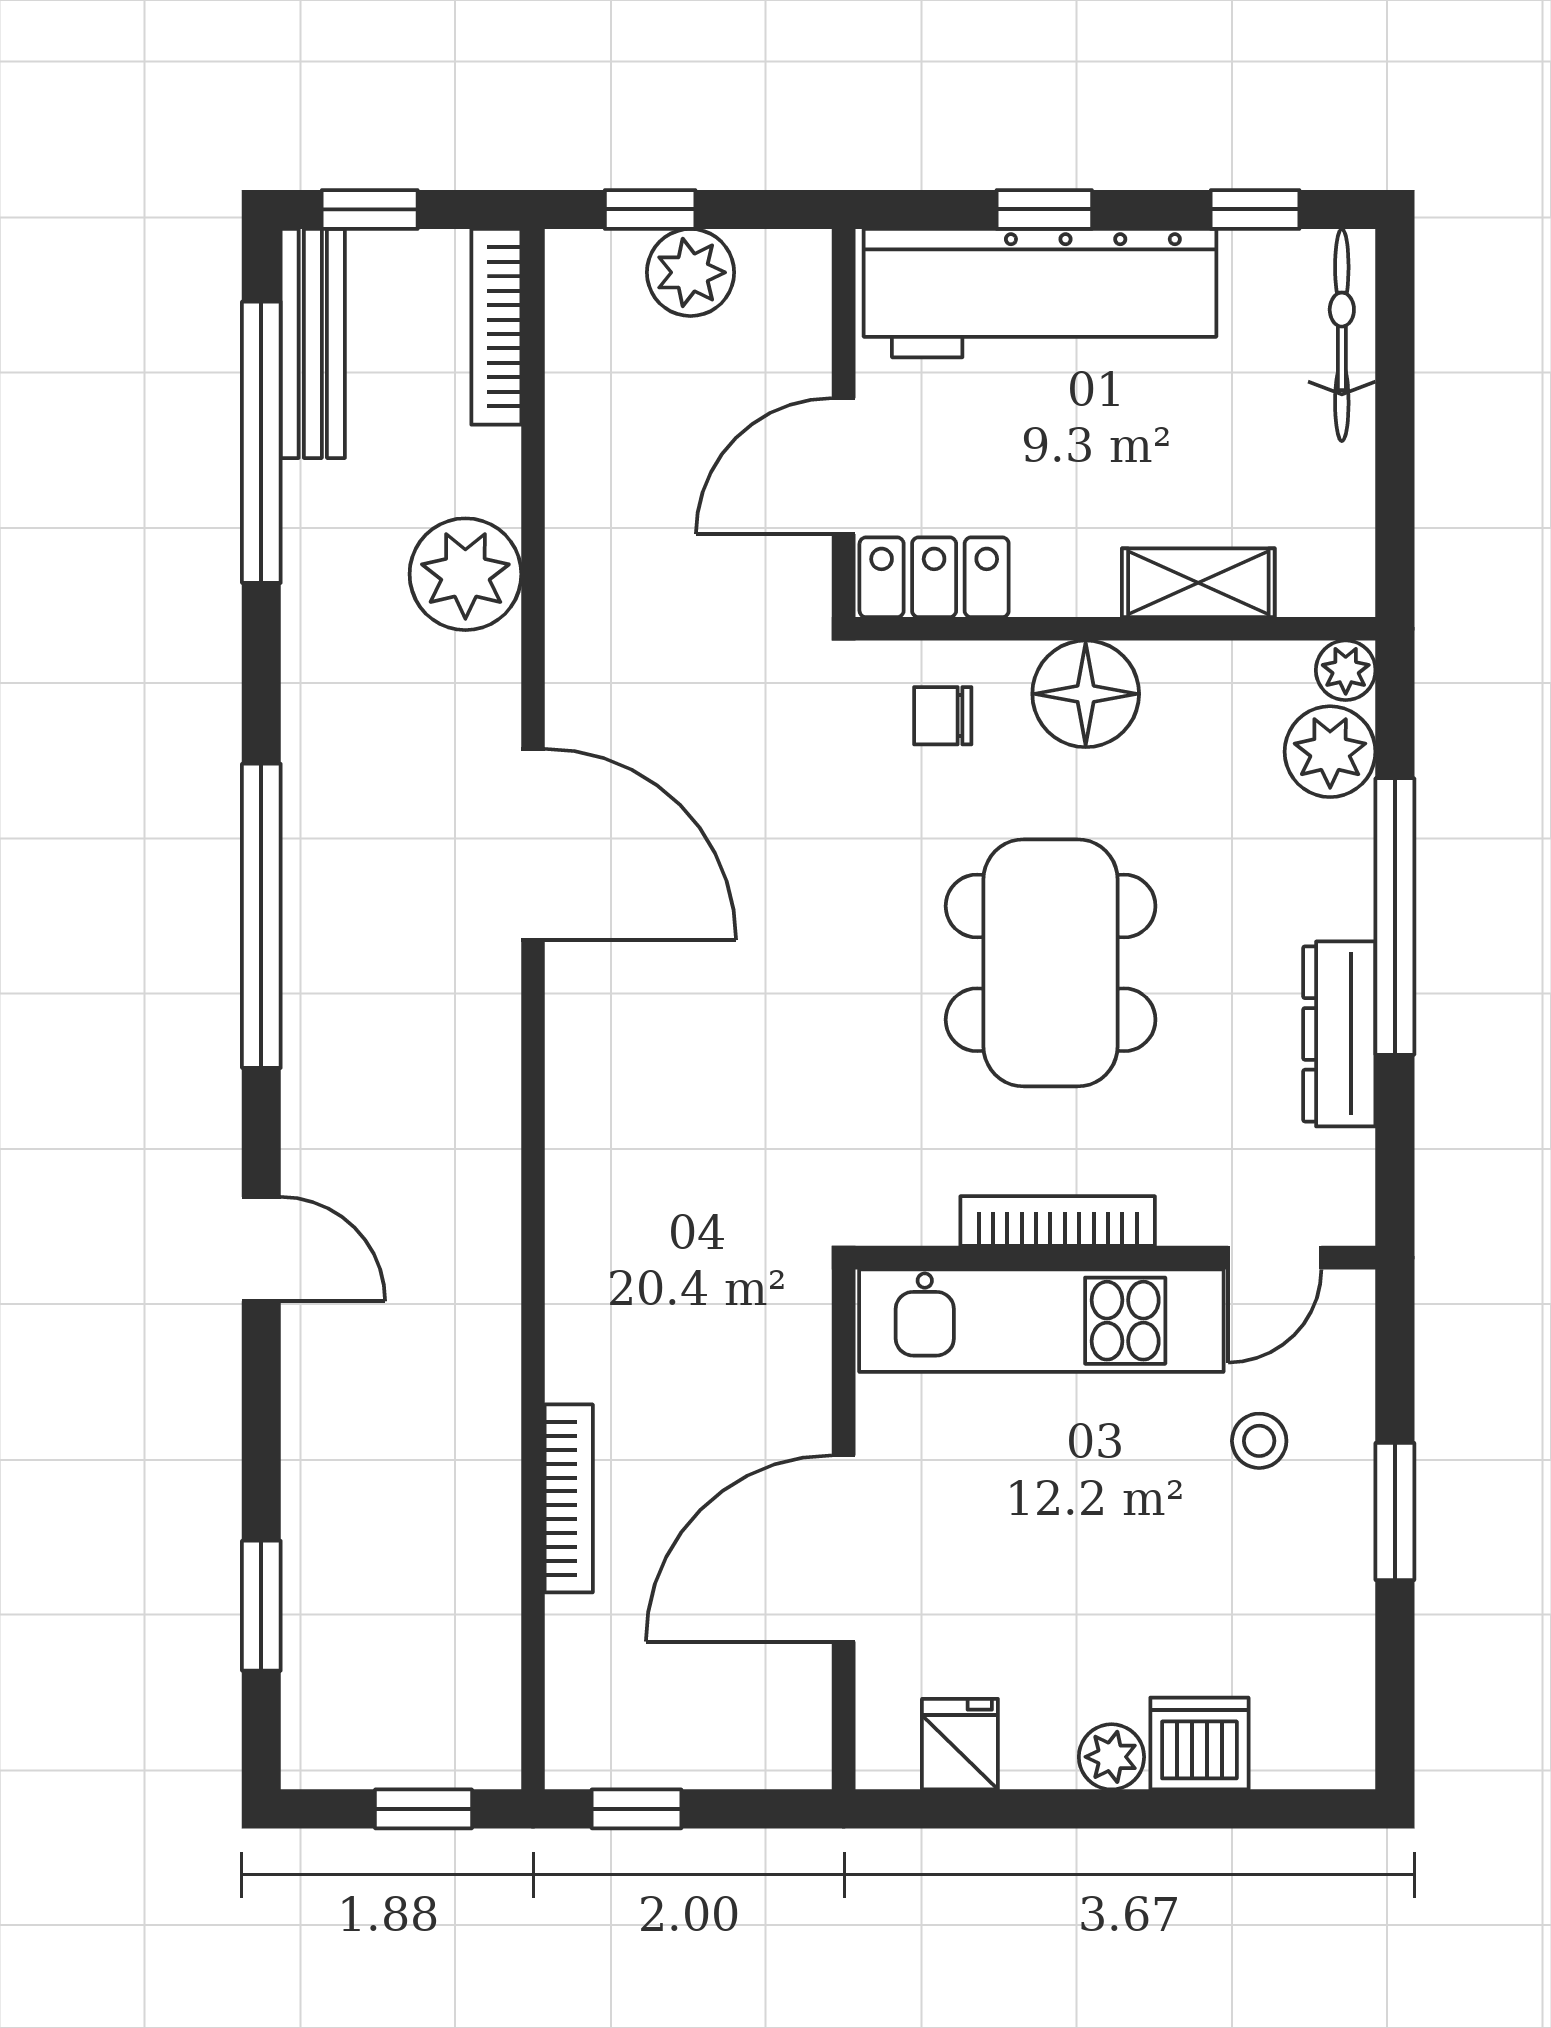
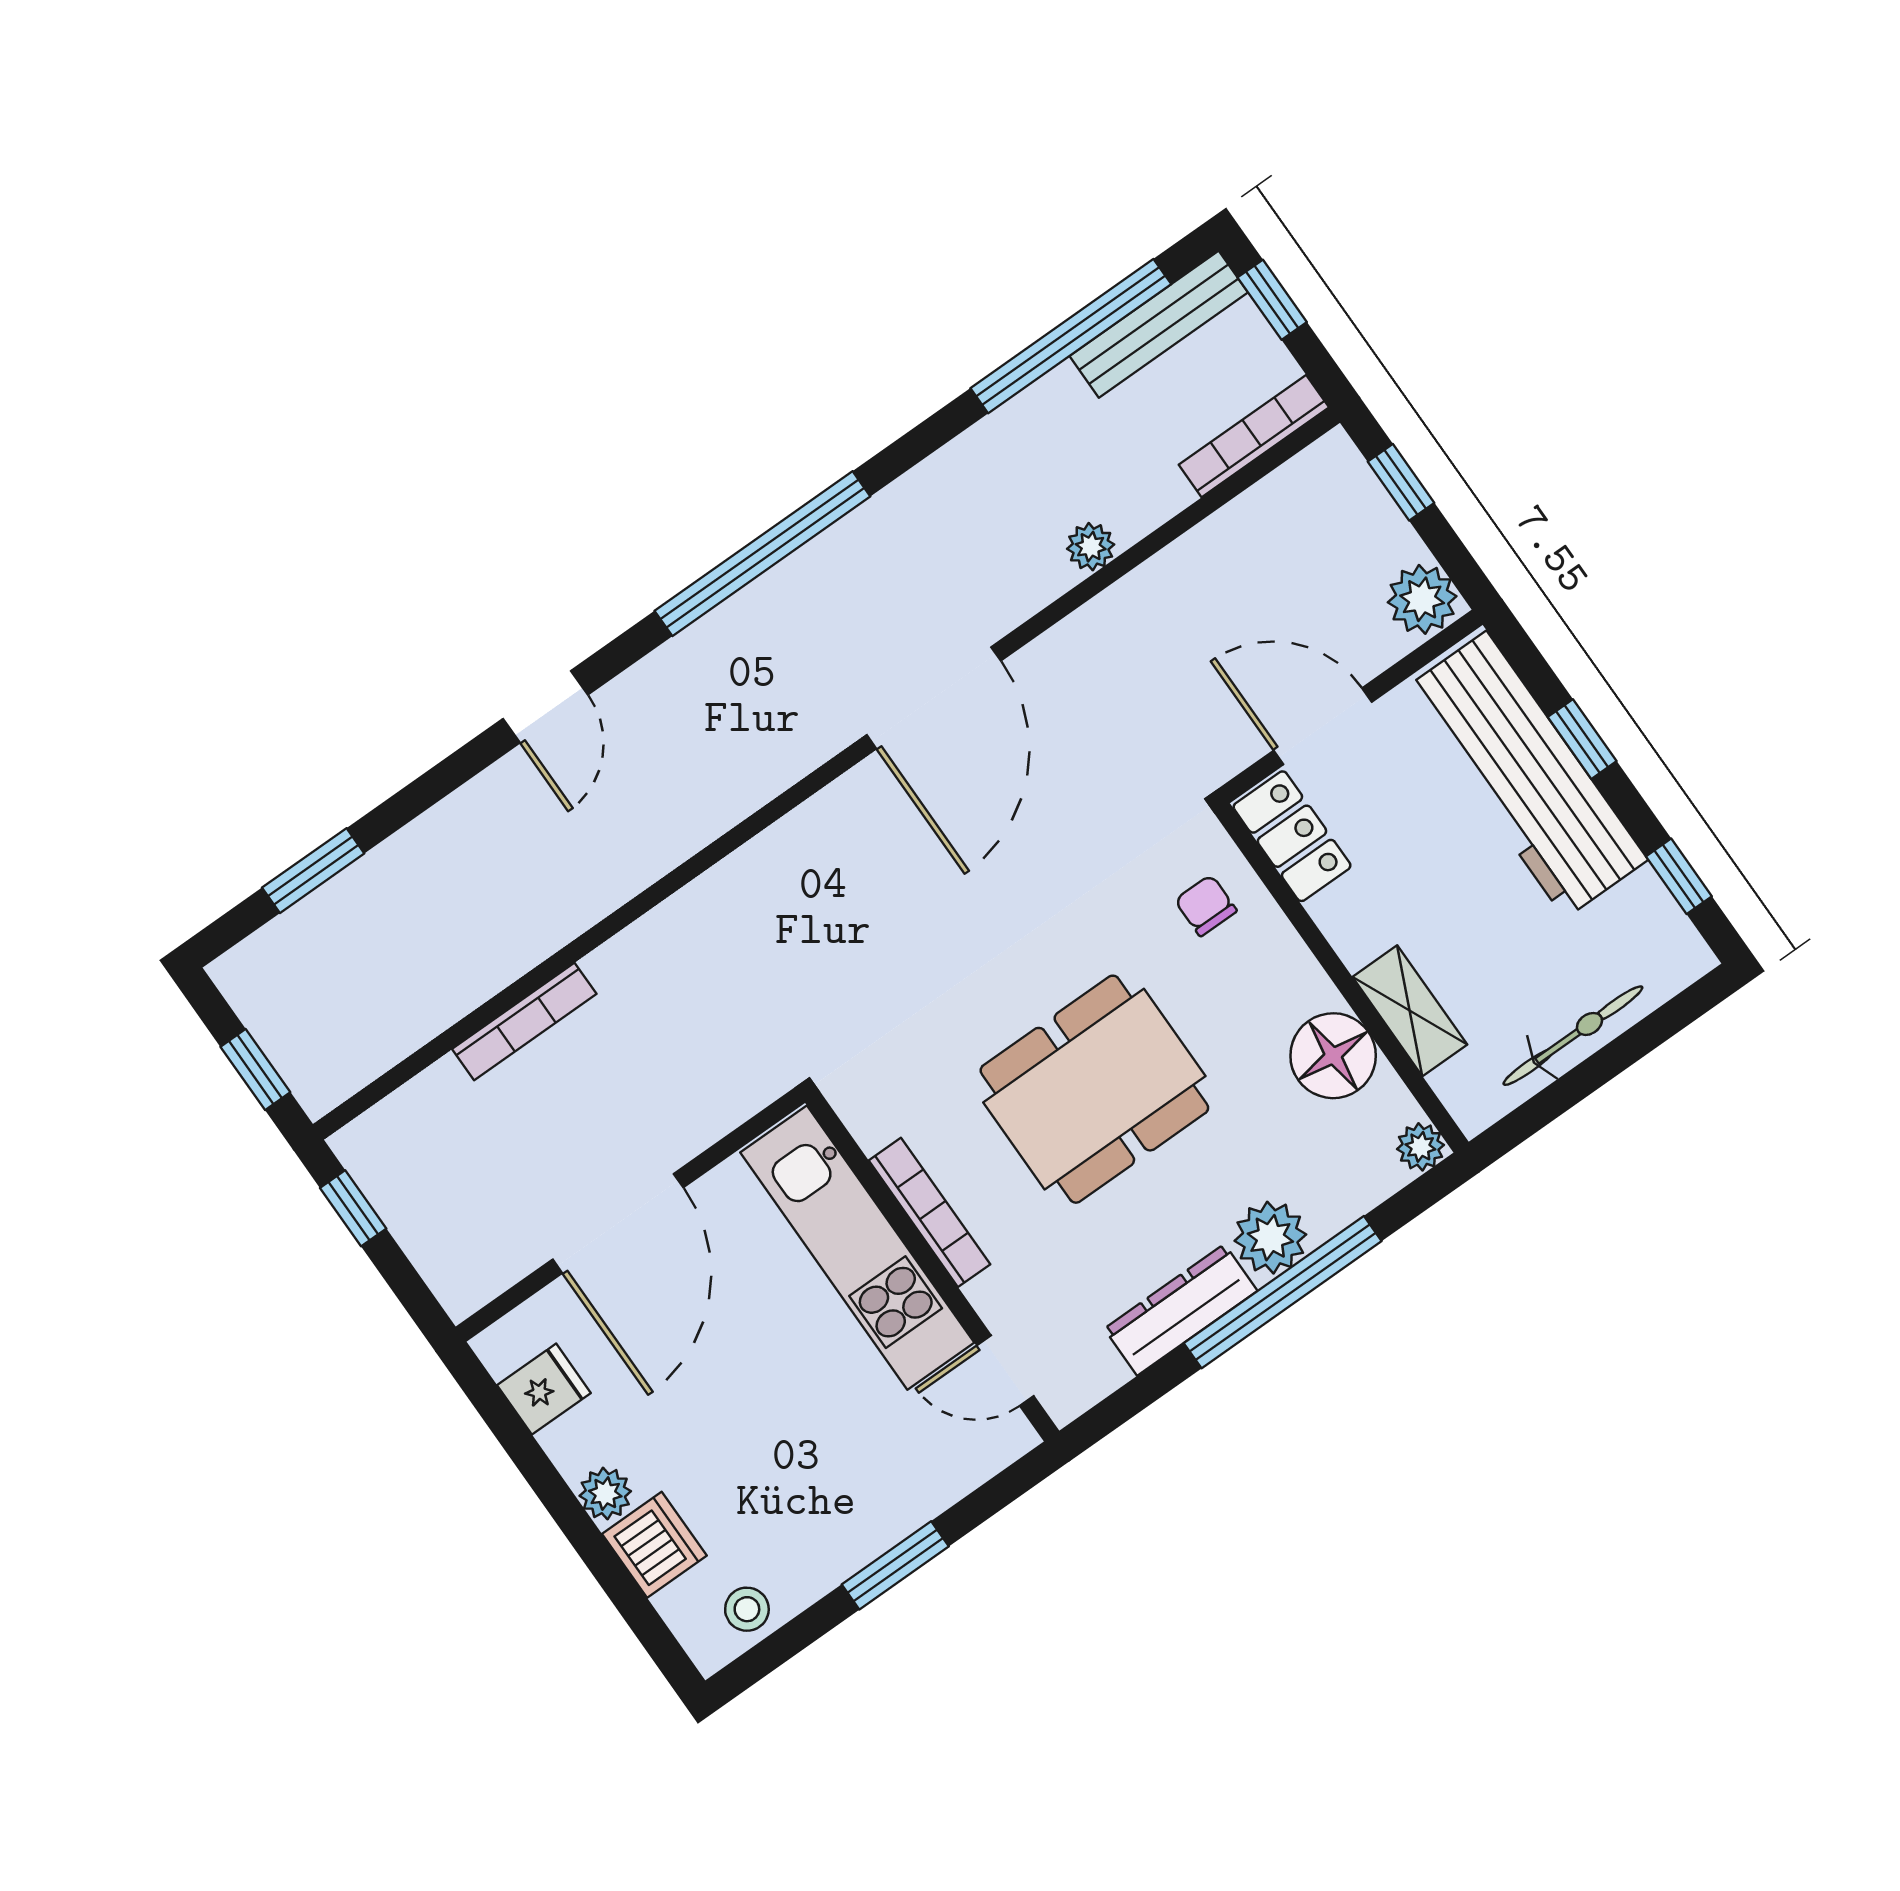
plant: (690, 272) -> (1422, 599), moved
bicycle: (1342, 335) -> (1573, 1036), moved
plant: (465, 574) -> (1091, 547), width x0.53, depth x0.53
floor lamp: (1086, 694) -> (1333, 1056), moved
plant: (1330, 752) -> (1270, 1238), moved
stool: (1259, 1441) -> (747, 1609), moved
door: (844, 1548) -> (618, 1223), swing flipped

